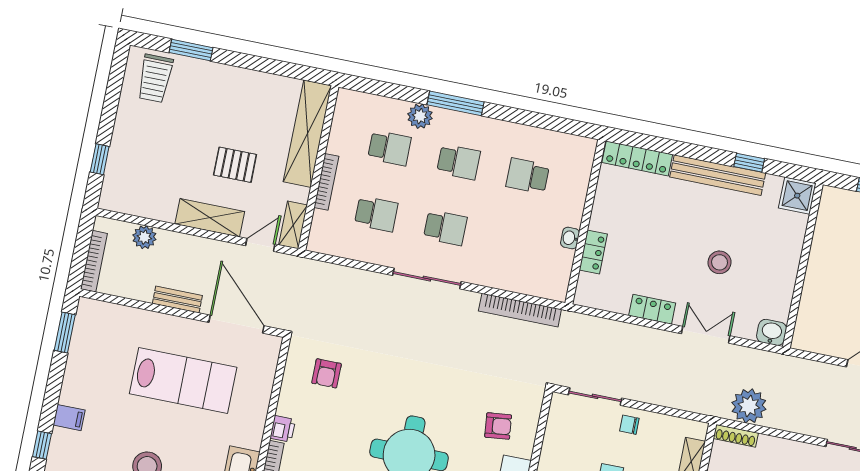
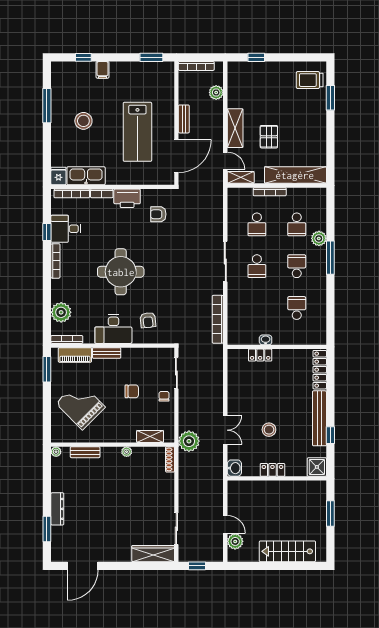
school desk: (459, 162) -> (297, 266), turned 180
locker: (652, 309) -> (272, 470), moved, turned -90
plant: (749, 406) -> (189, 441), moved
printer: (283, 429) -> (127, 198), width x1.87, depth x1.48

